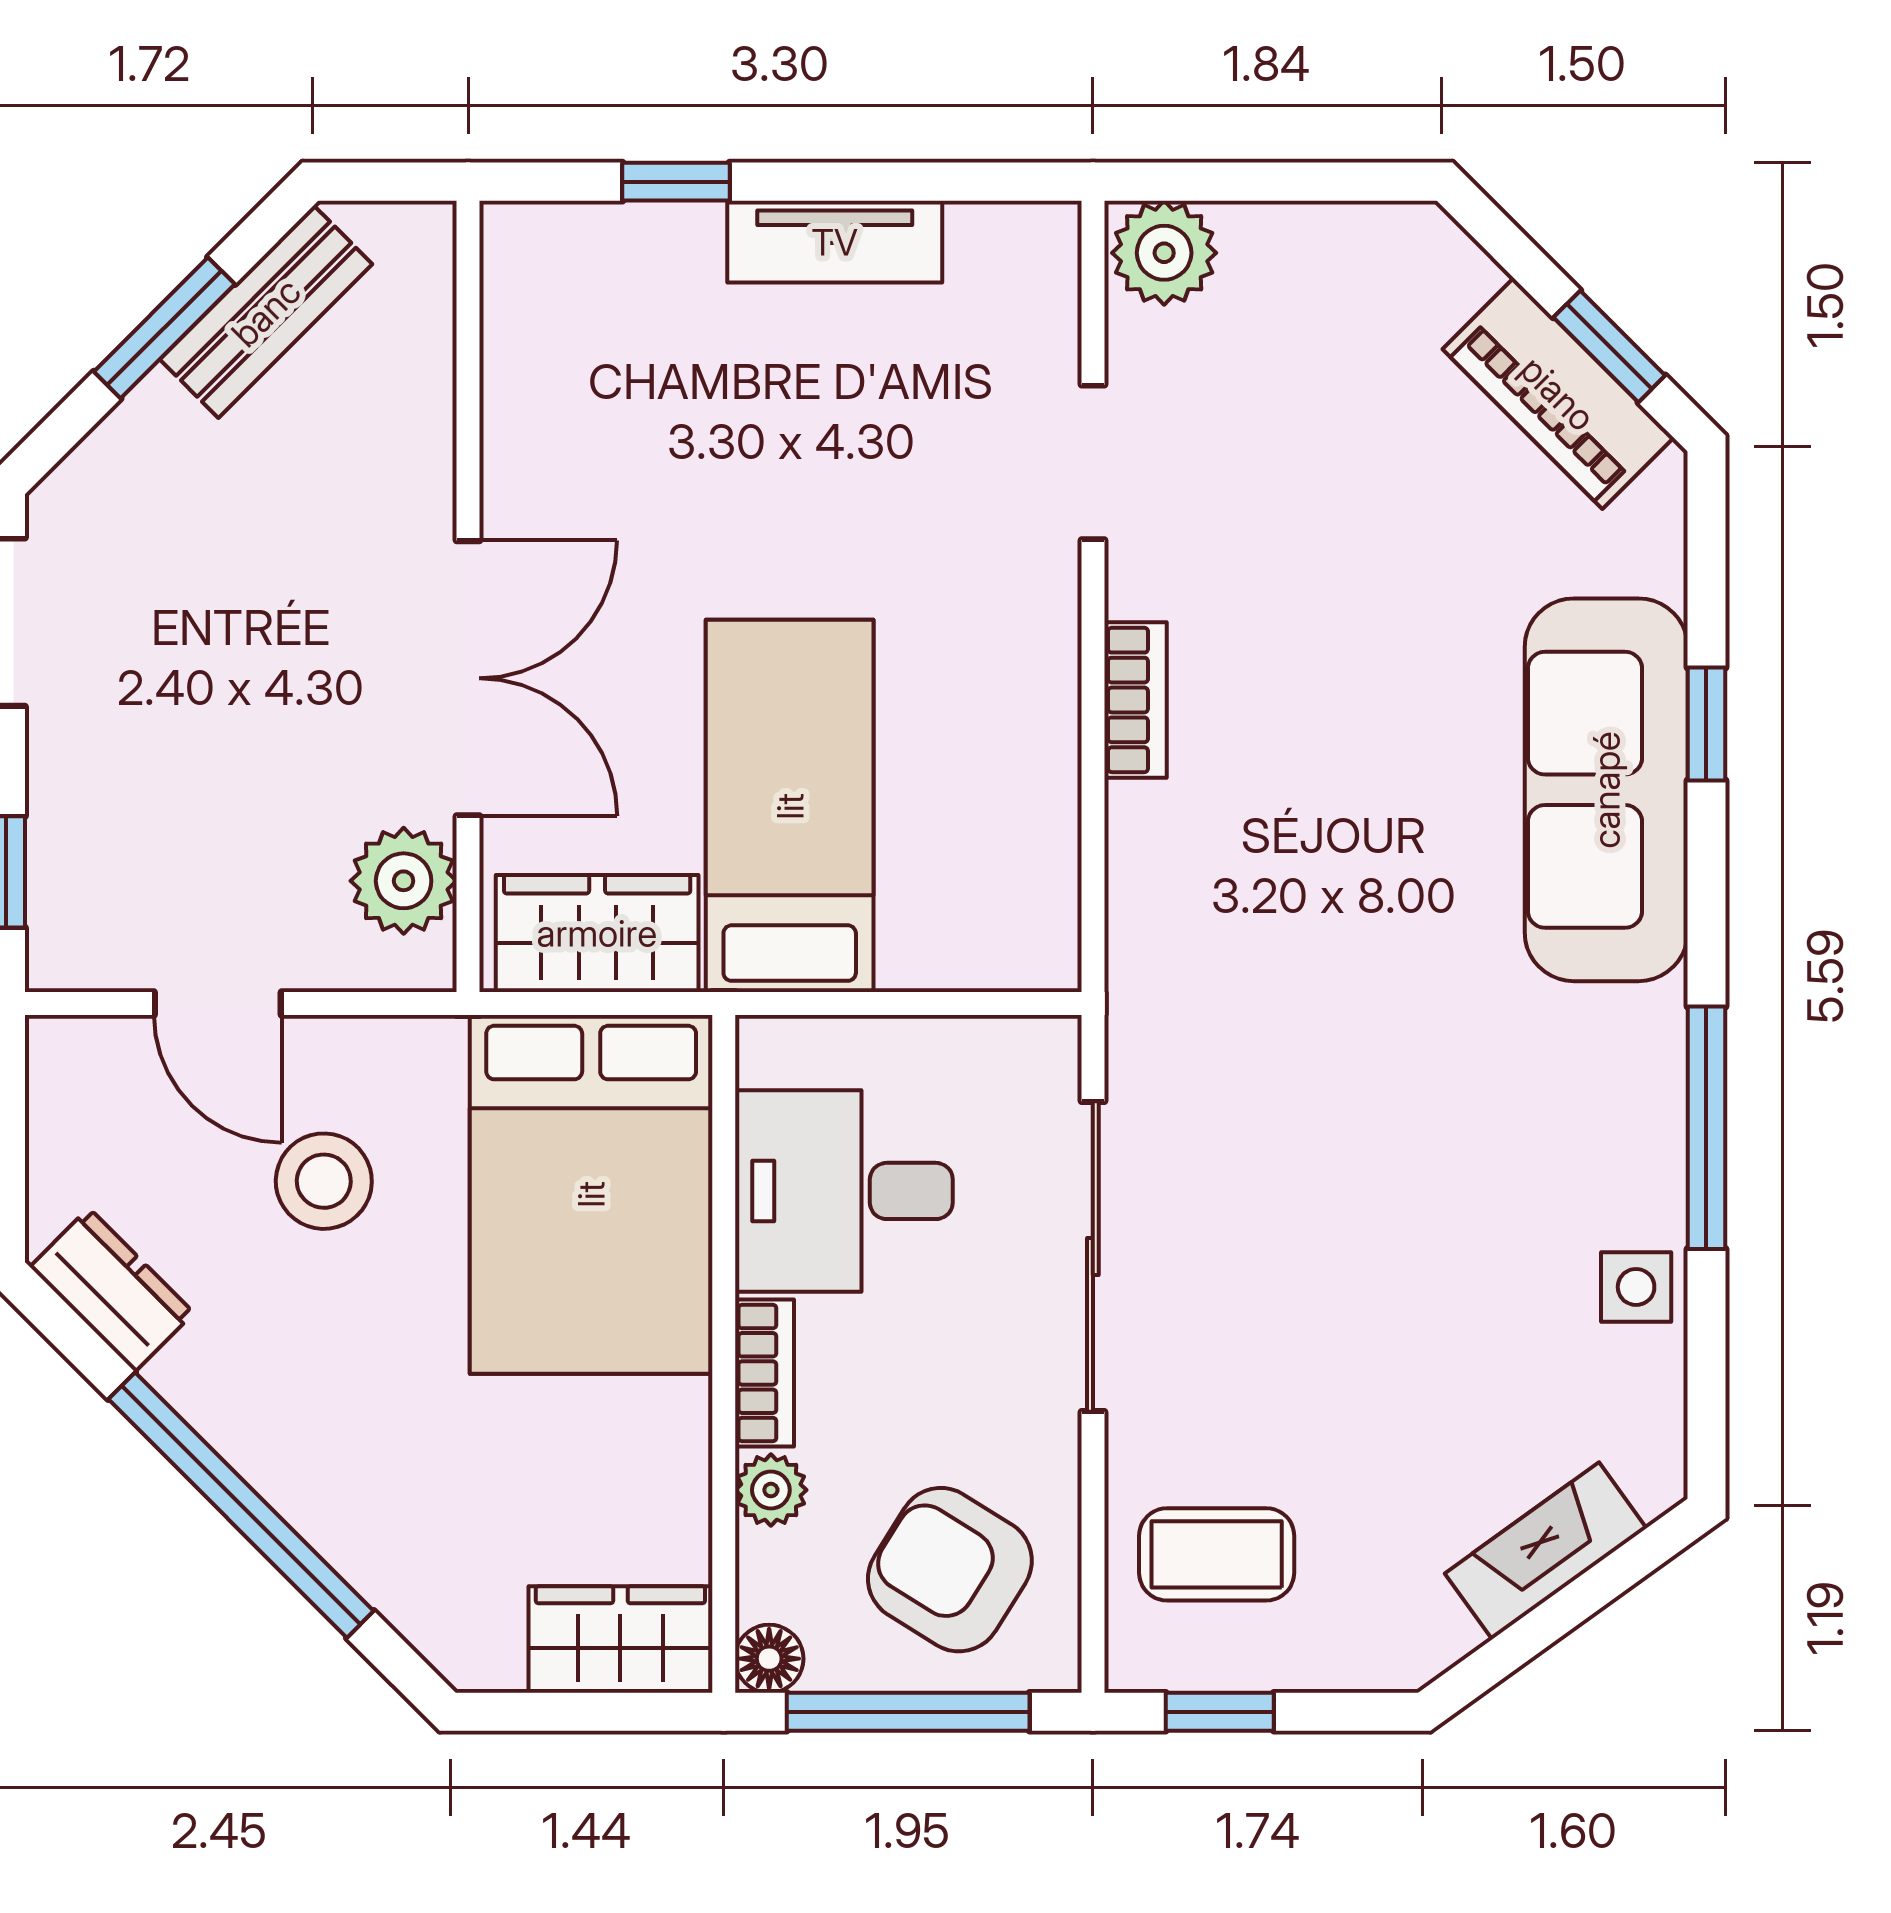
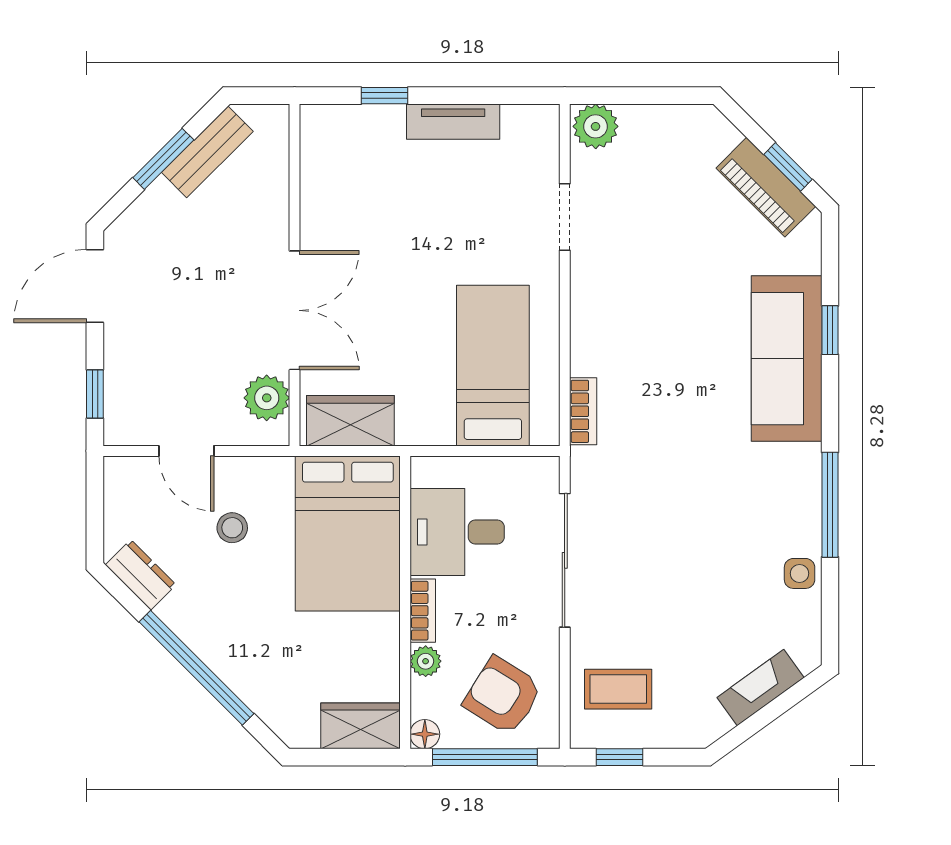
bookcase: (1135, 700) -> (583, 411), moved
bed: (790, 806) -> (493, 366), moved
stool: (324, 1181) -> (232, 528), width x0.73, depth x0.73

